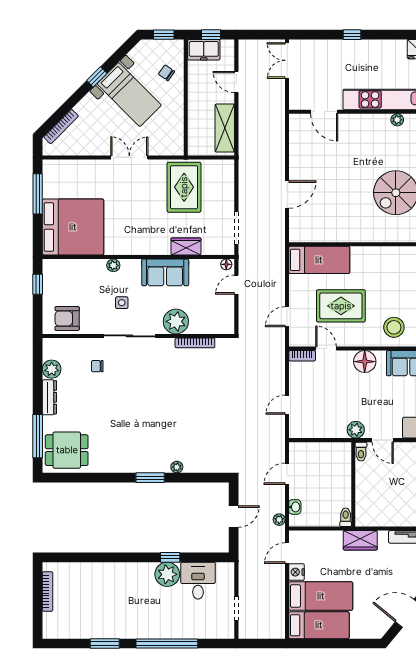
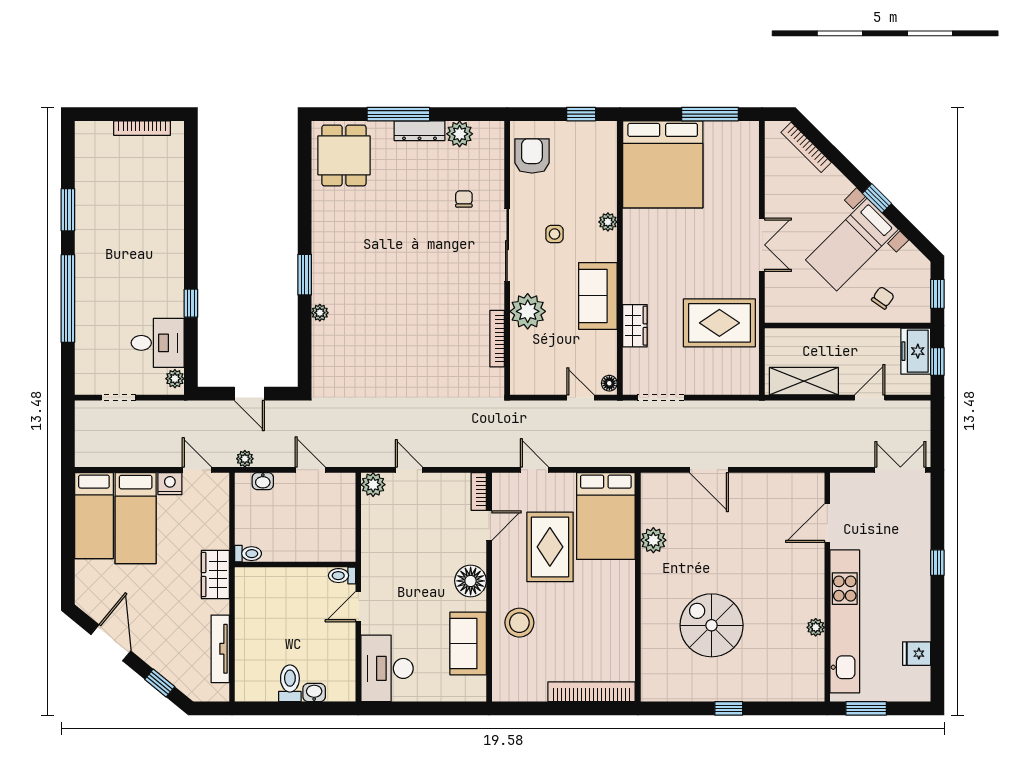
plant: (336, 233) -> (653, 540), added
bed: (319, 260) -> (606, 516), width x1.50
plant: (356, 430) -> (373, 485), moved
window: (38, 436) -> (398, 114), moved
plant: (167, 574) -> (175, 379), moved, width x0.53, depth x0.53

